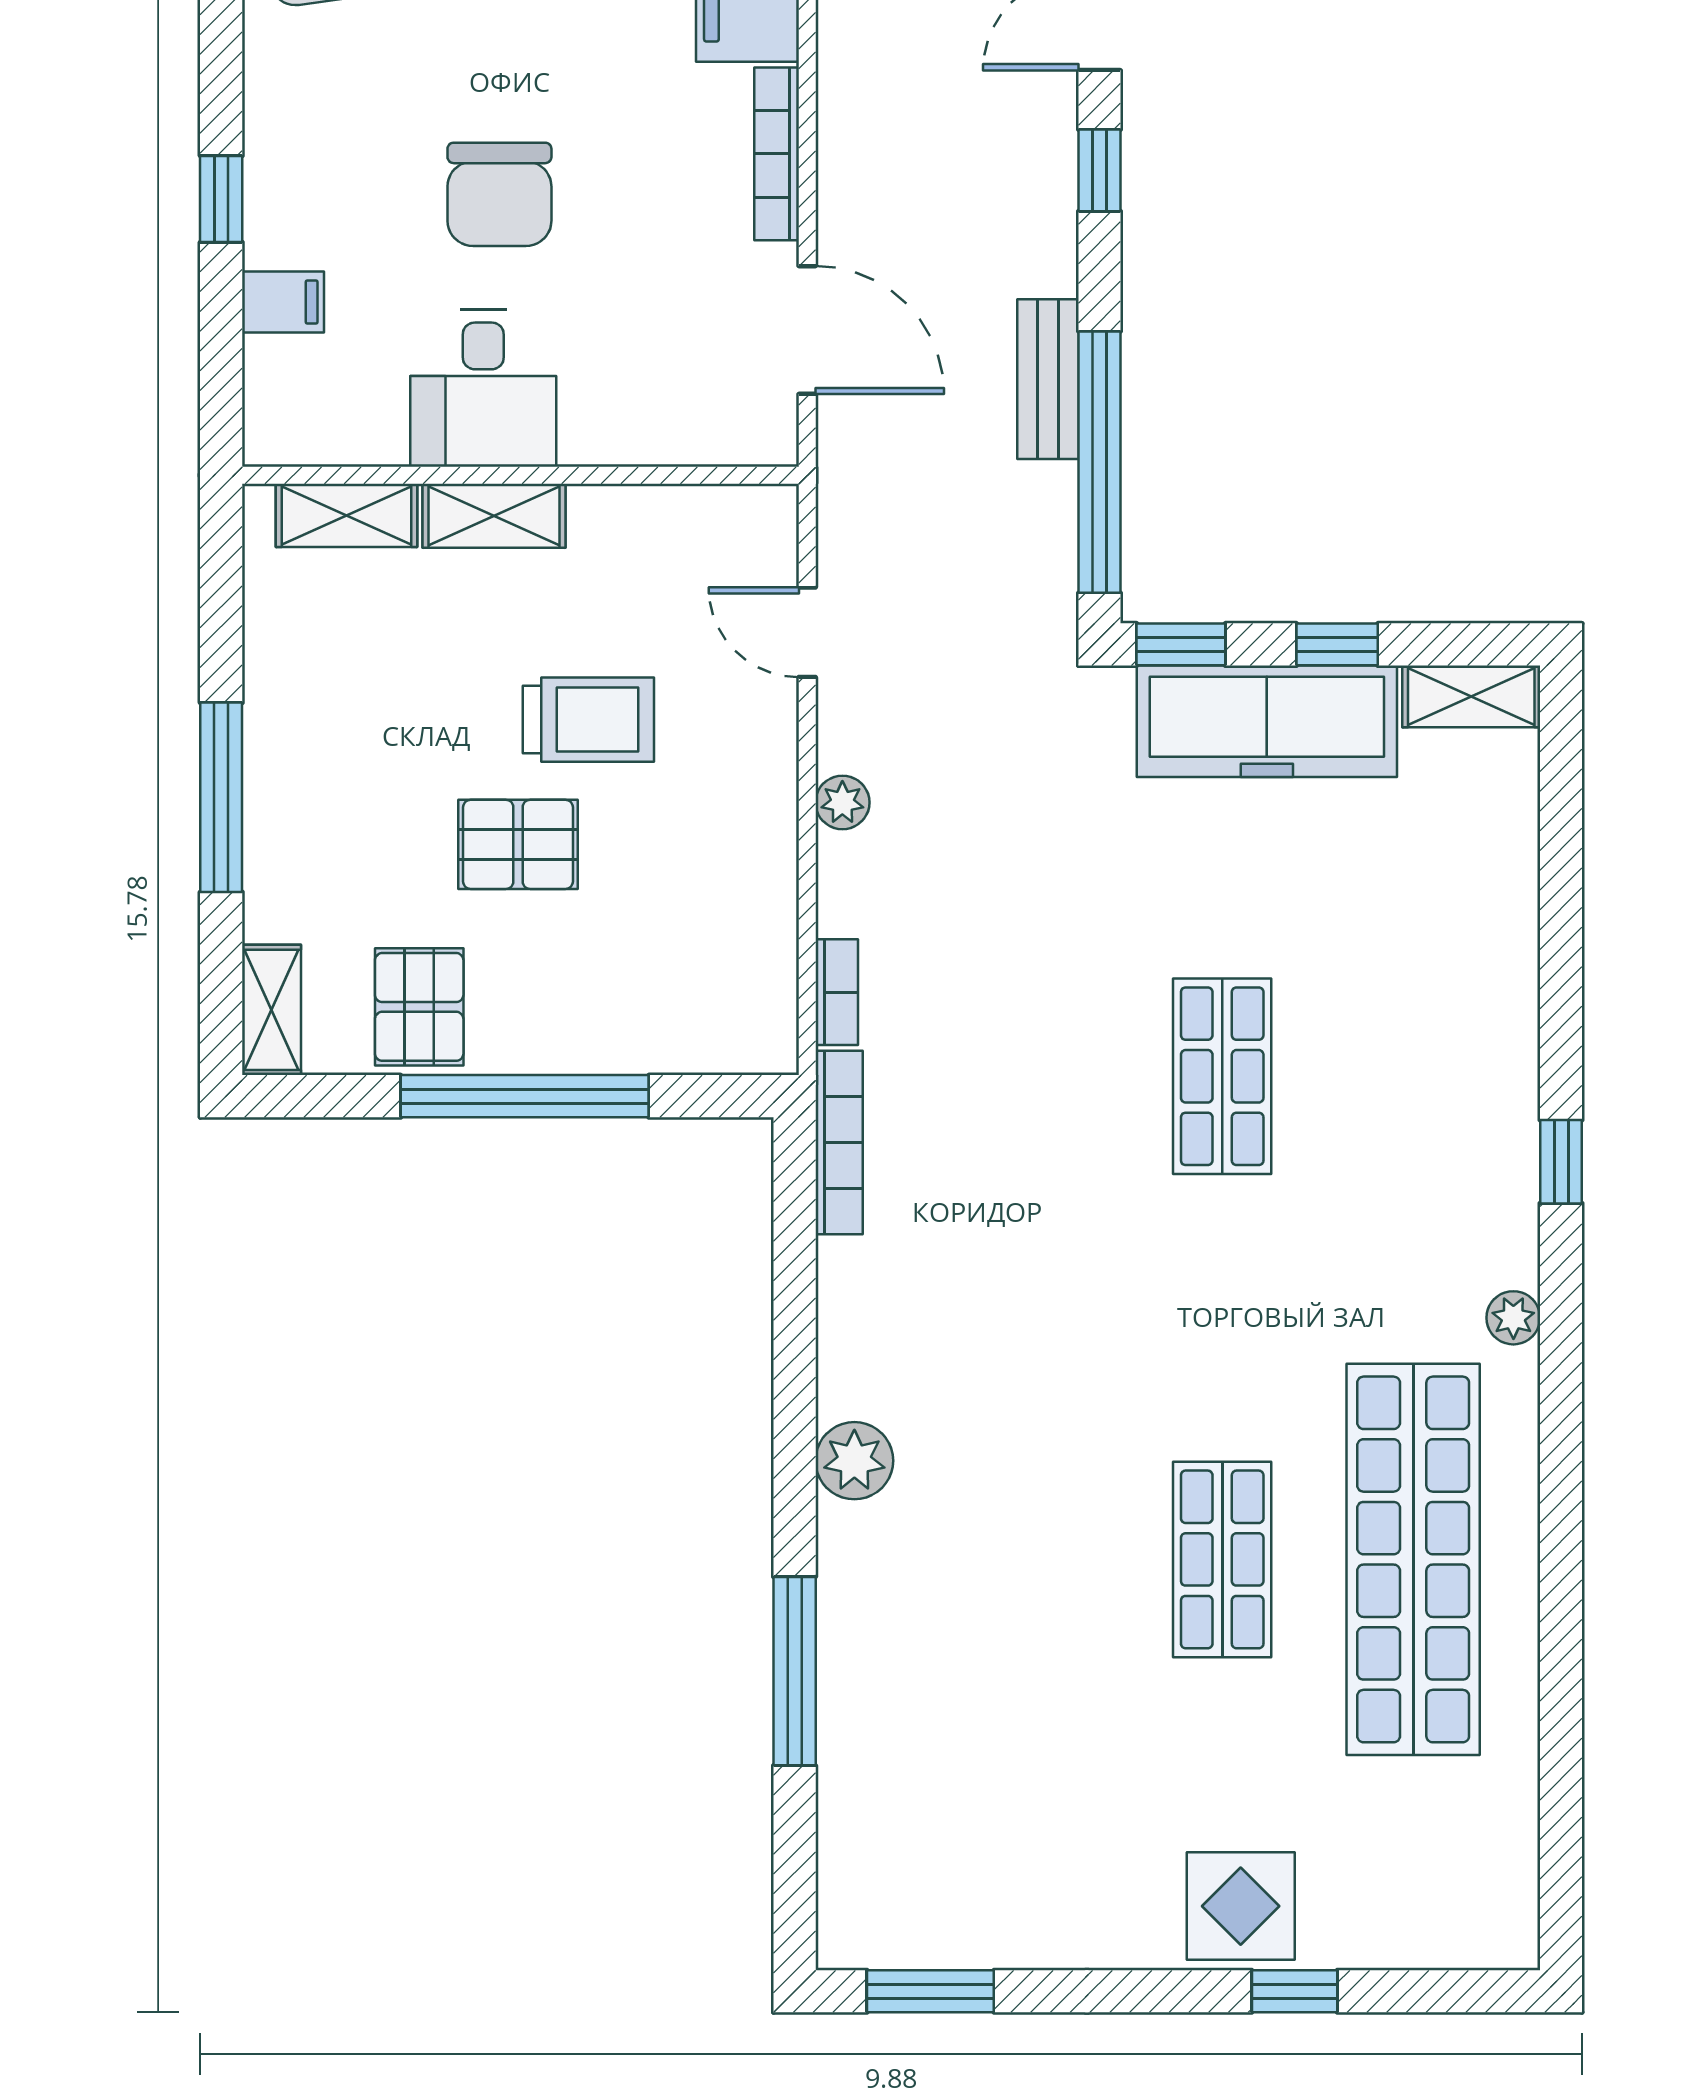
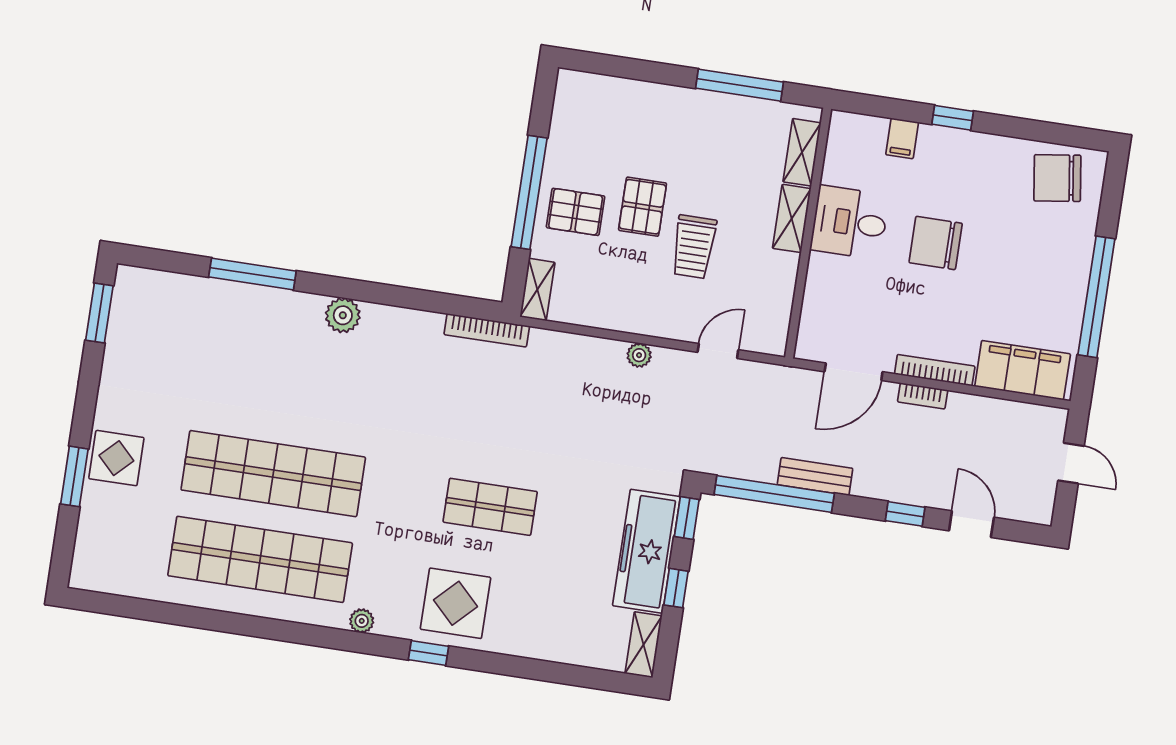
window: (221, 797) -> (740, 85), moved
bookcase: (837, 992) -> (923, 396), moved
pallet: (419, 1007) -> (576, 212), moved
shelving: (272, 1010) -> (537, 290), moved, turned 90
display table: (1444, 1119) -> (455, 603), added
shop shelf: (1222, 1559) -> (273, 474), width x2.00, depth x1.36
window: (1295, 1991) -> (74, 476), width x1.50

